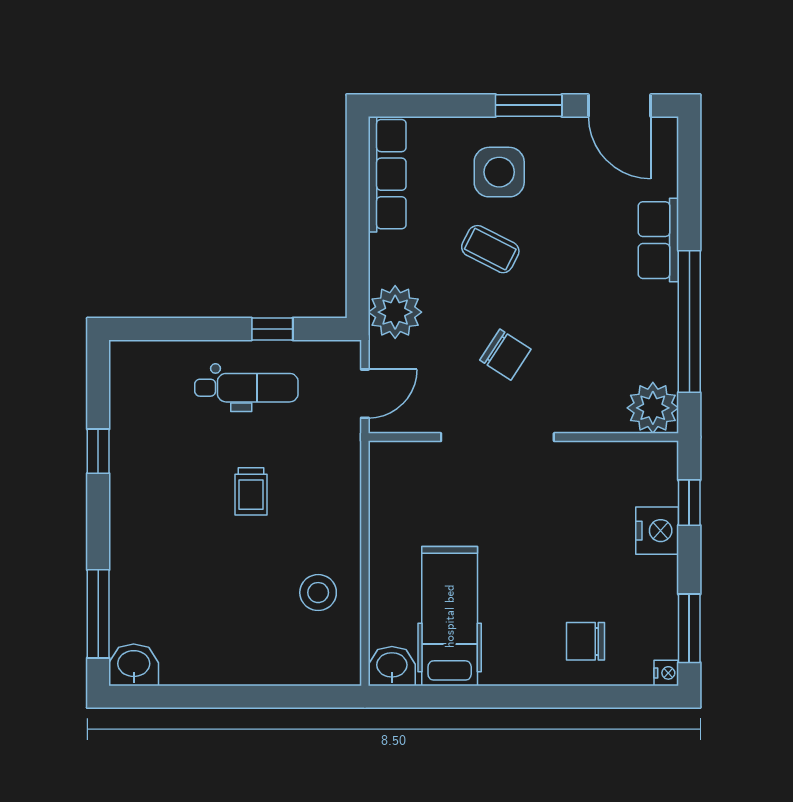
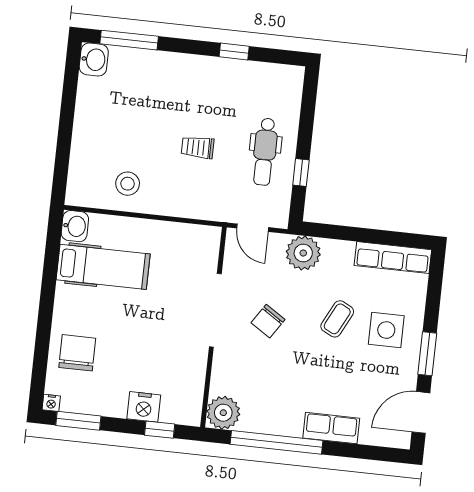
chair: (585, 641) -> (77, 353), width x1.37, depth x1.37

